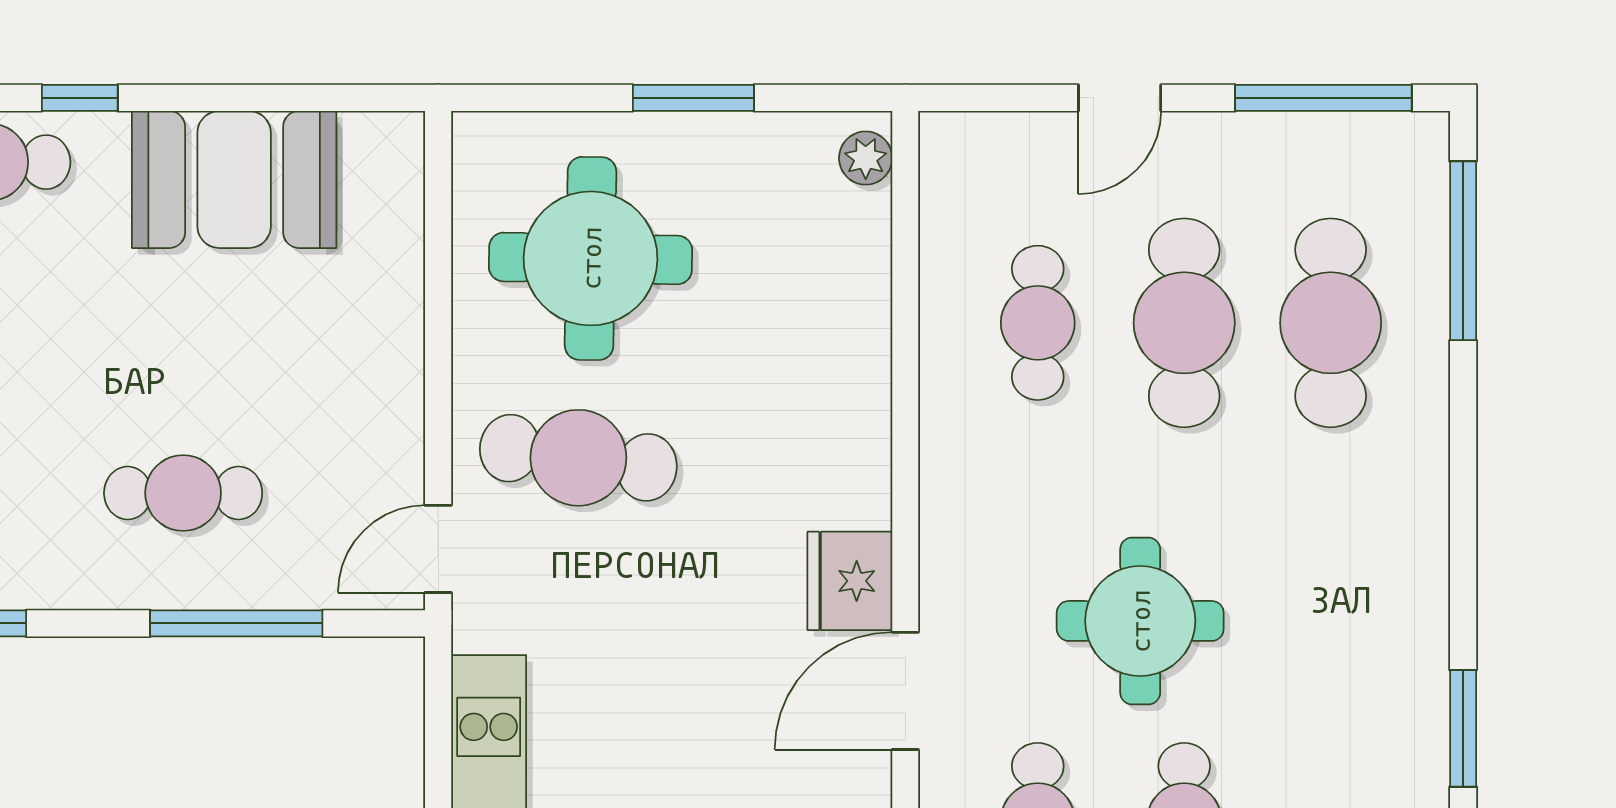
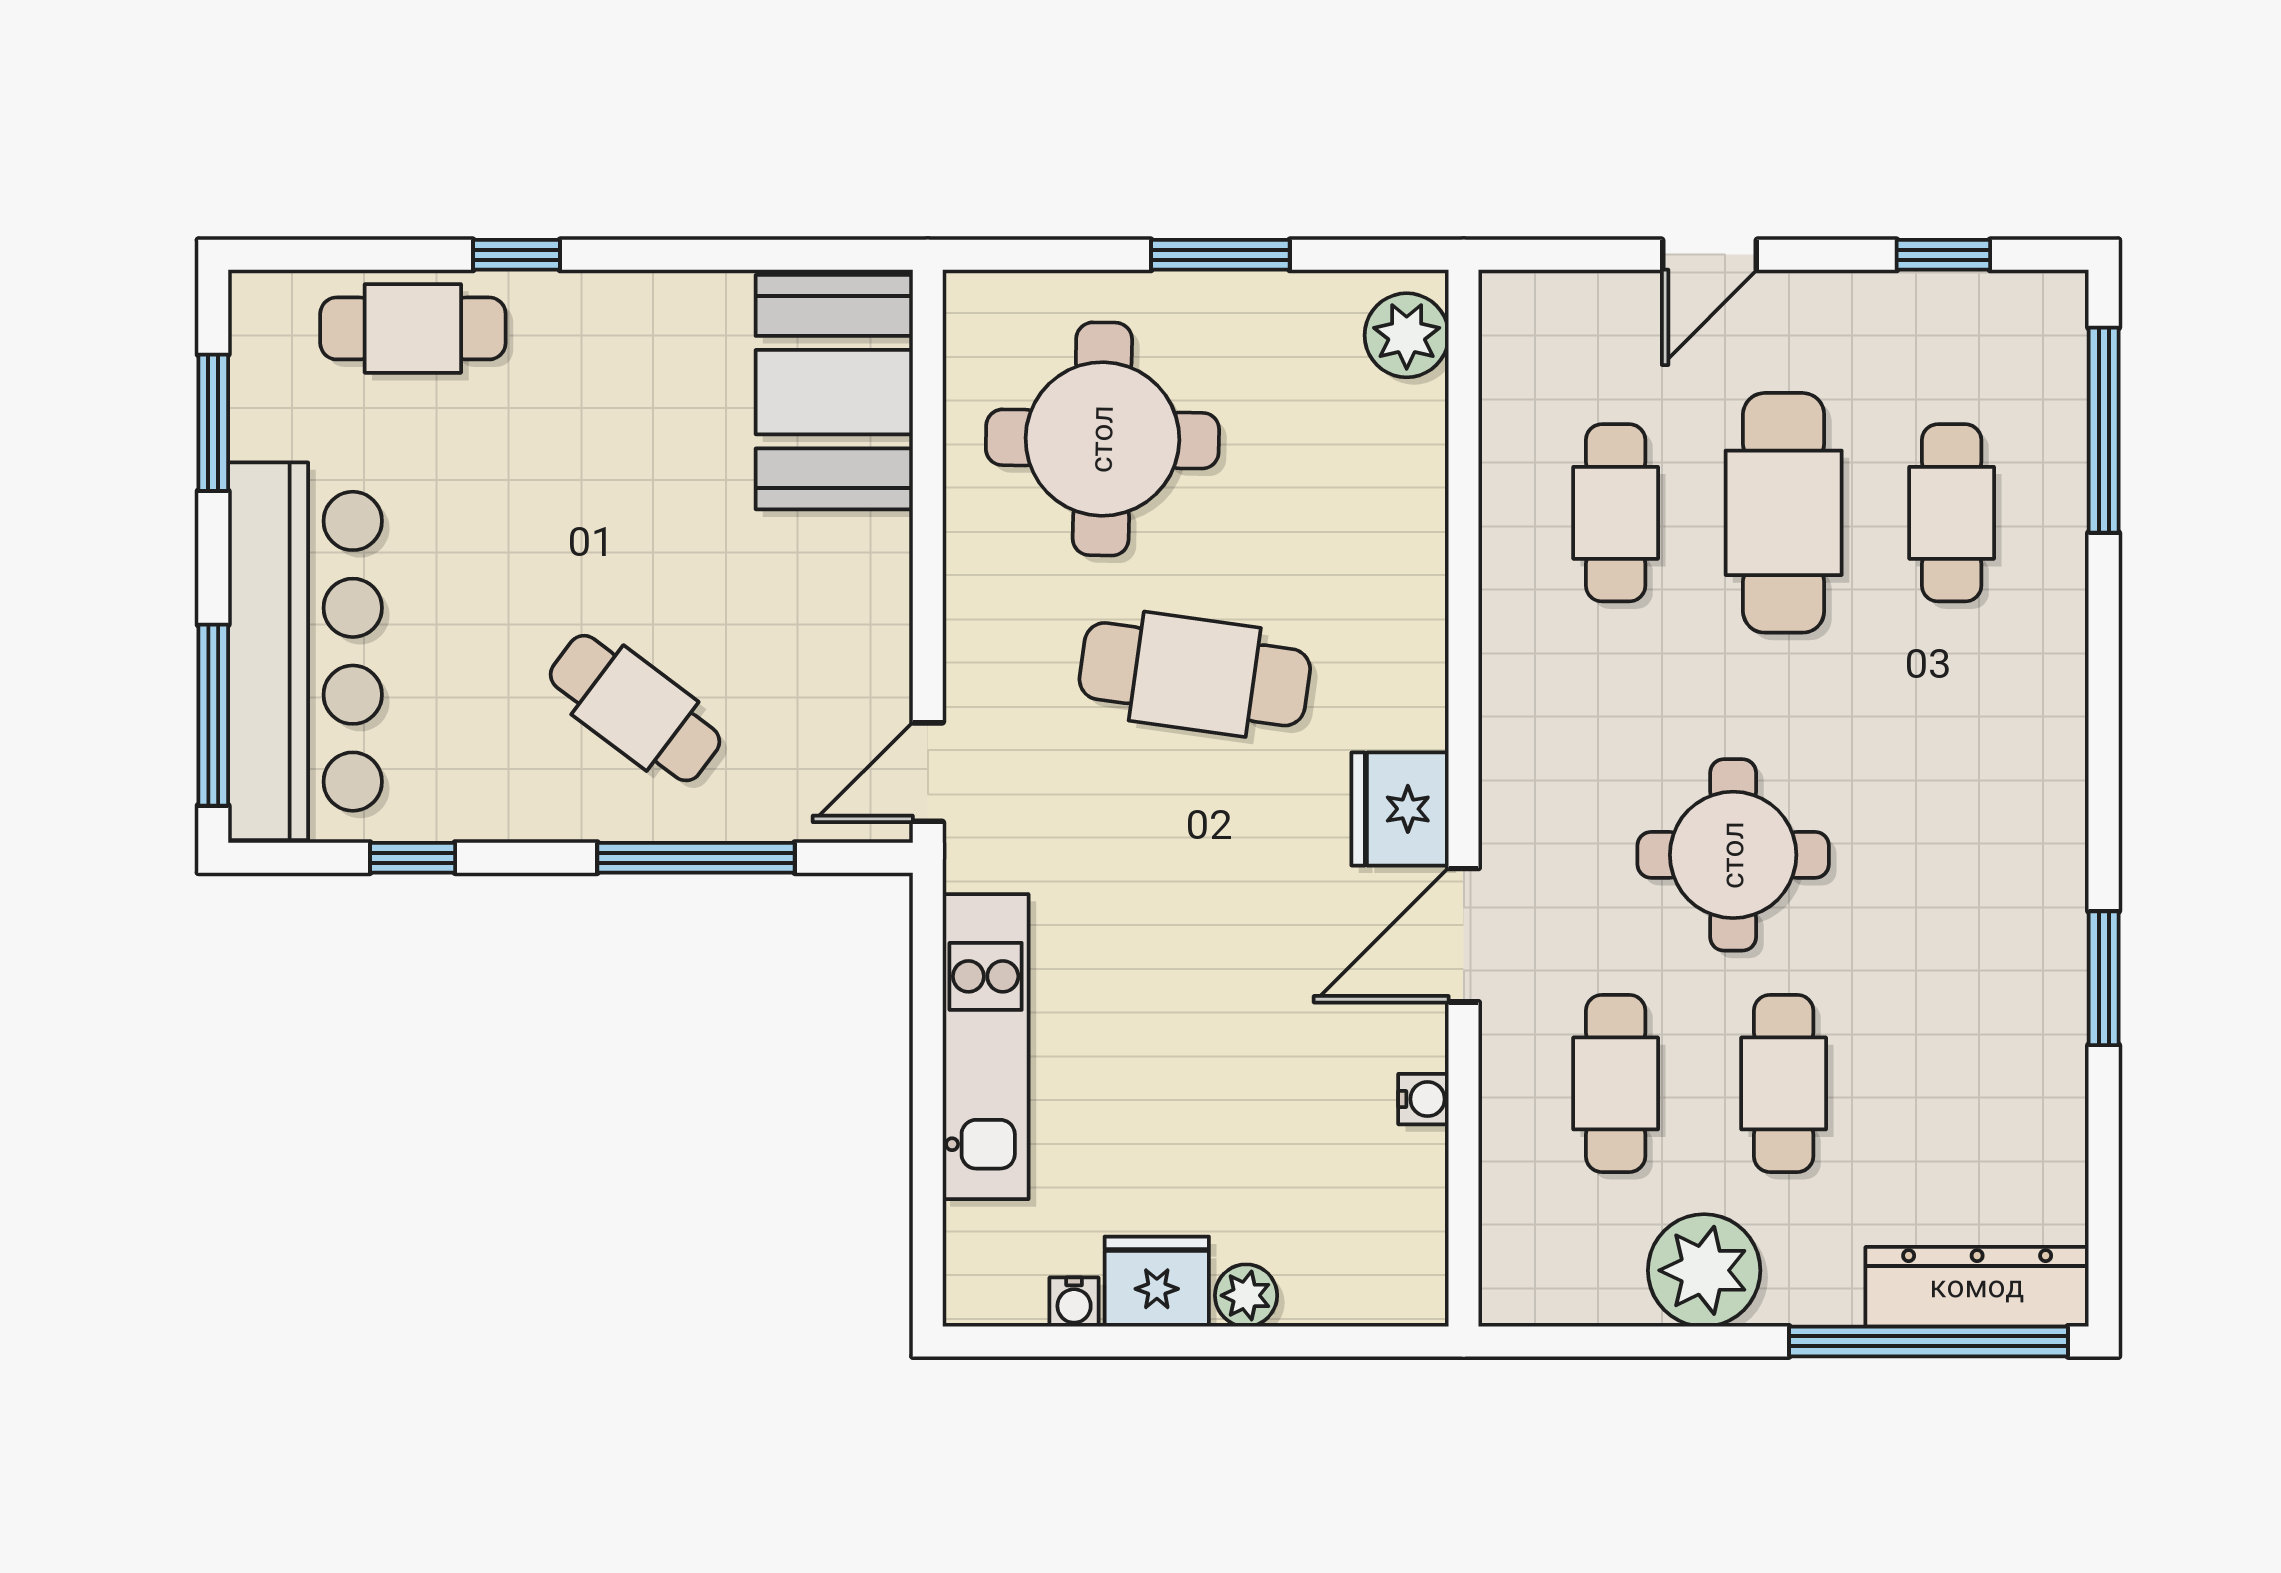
window: (1323, 98) -> (1943, 255), width x0.46
plant: (866, 158) -> (1407, 335), width x1.38, depth x1.38
booth: (234, 179) -> (834, 392), moved, turned 90
cafe table: (1331, 323) -> (1952, 513), width x0.73, depth x0.74
cafe table: (578, 458) -> (1195, 674), moved
cafe table: (183, 493) -> (635, 708), turned 37

